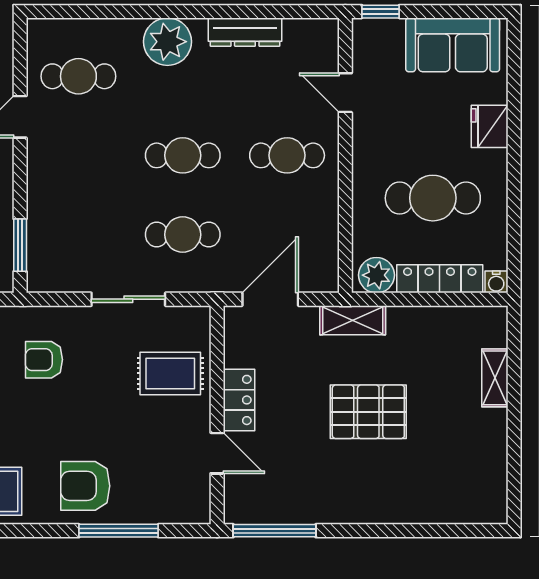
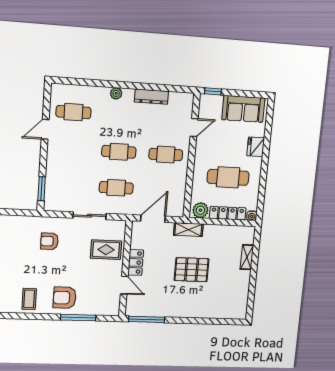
plant: (167, 42) -> (116, 93), width x0.53, depth x0.53
door: (345, 93) -> (194, 128), swing flipped

